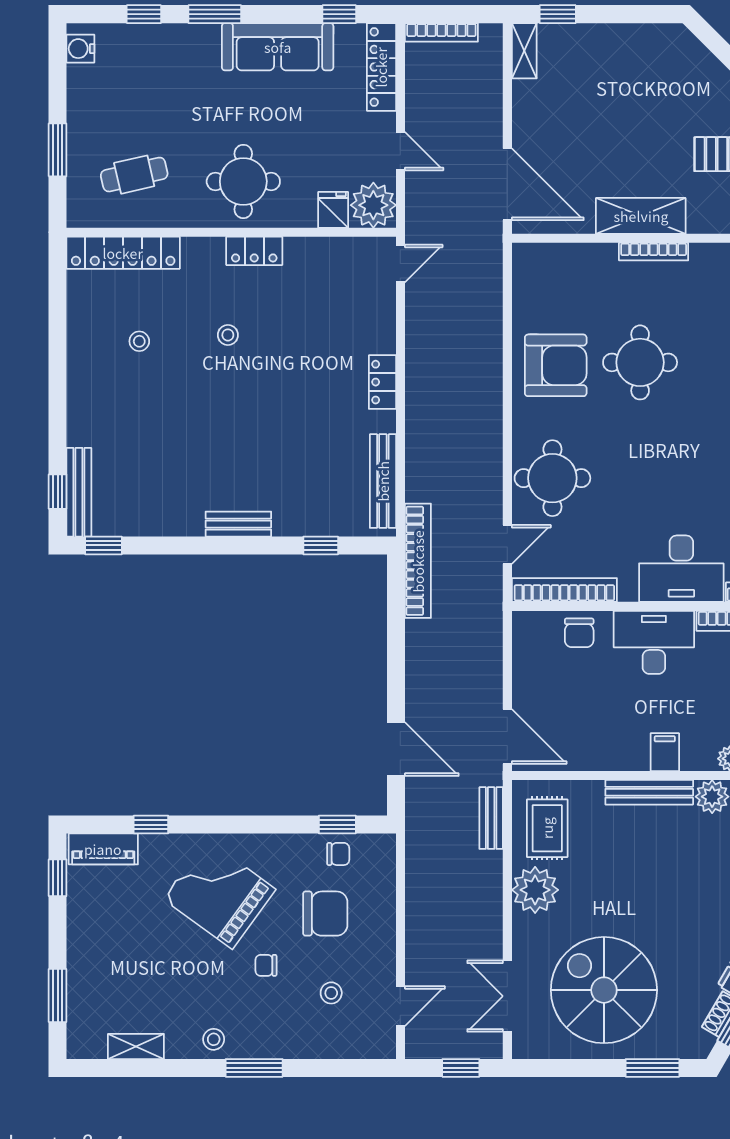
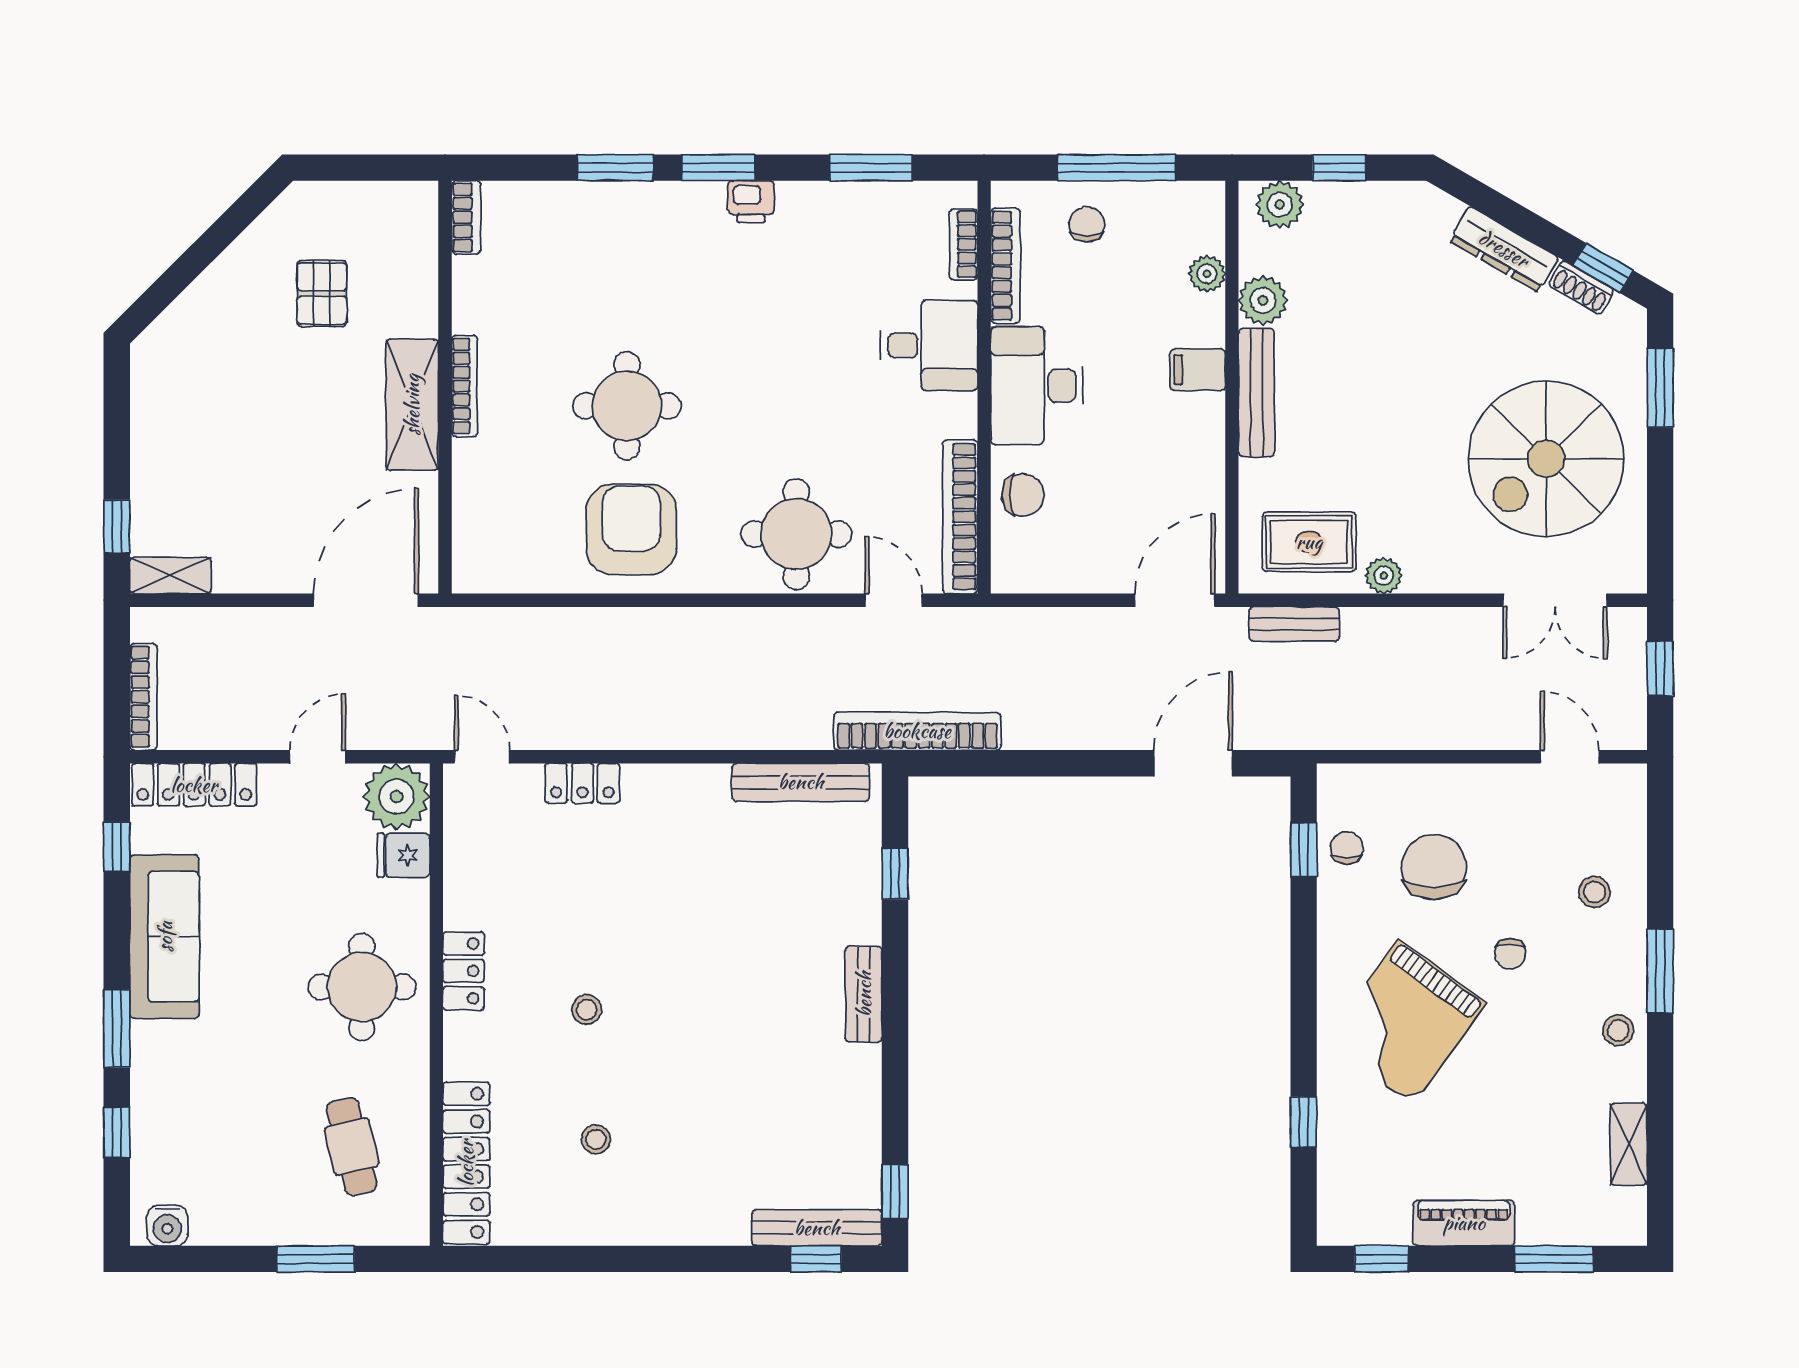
locker: (382, 382) -> (582, 783), moved
desk: (681, 569) -> (929, 345), width x0.73
piano: (103, 849) -> (1464, 1223), moved, turned -90
plant: (535, 890) -> (1384, 576), width x0.53, depth x0.53
stool: (331, 993) -> (1595, 892), moved

